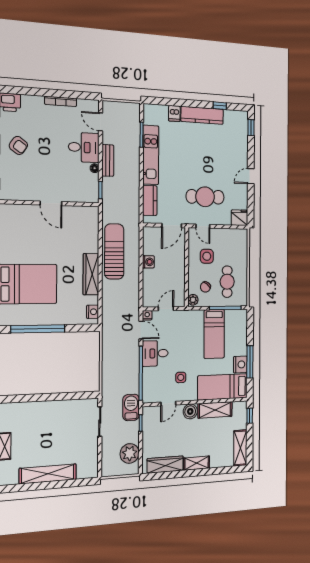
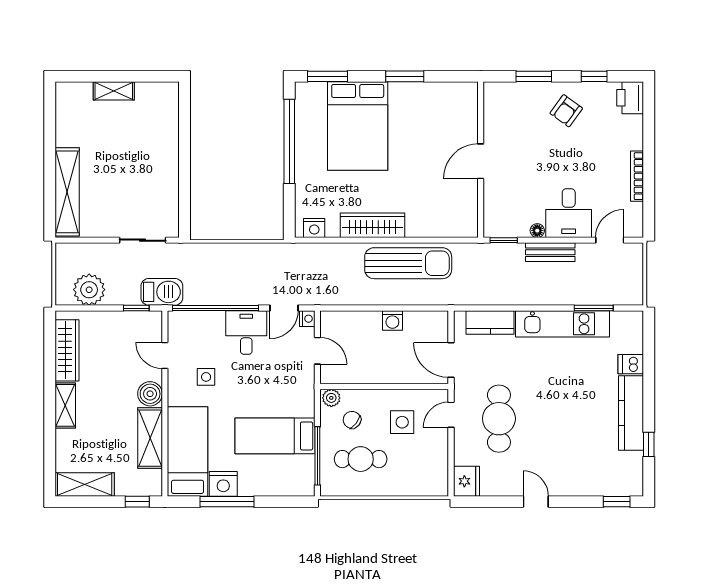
shelving: (48, 474) -> (67, 192), moved

